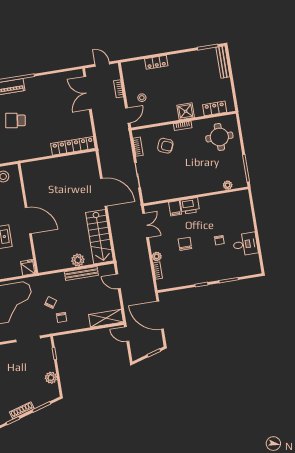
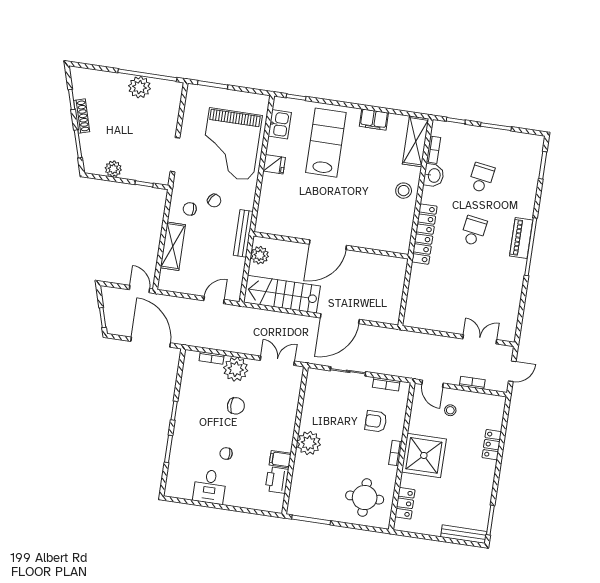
double door: (88, 93) -> (480, 339), width x0.73
shower: (186, 111) -> (424, 455), width x1.86, depth x1.86
locker: (73, 146) -> (424, 234), moved
armchair: (165, 146) -> (376, 421), turned 68
plant: (228, 185) -> (309, 443), moved, width x1.87, depth x1.87
printer: (190, 206) -> (277, 480), moved
filing cabinet: (175, 208) -> (280, 459), moved
wall: (28, 218) -> (331, 245), moved
door: (28, 221) -> (328, 245), moved
double door: (146, 225) -> (277, 361), swing flipped
plant: (157, 256) -> (236, 369), width x1.87, depth x1.87
fridge: (28, 267) -> (274, 164), moved
bench: (81, 273) -> (243, 233), moved
door: (160, 315) -> (151, 342), hinge flipped
shelving: (106, 318) -> (173, 246), moved
door: (127, 334) -> (139, 289), hinge flipped

